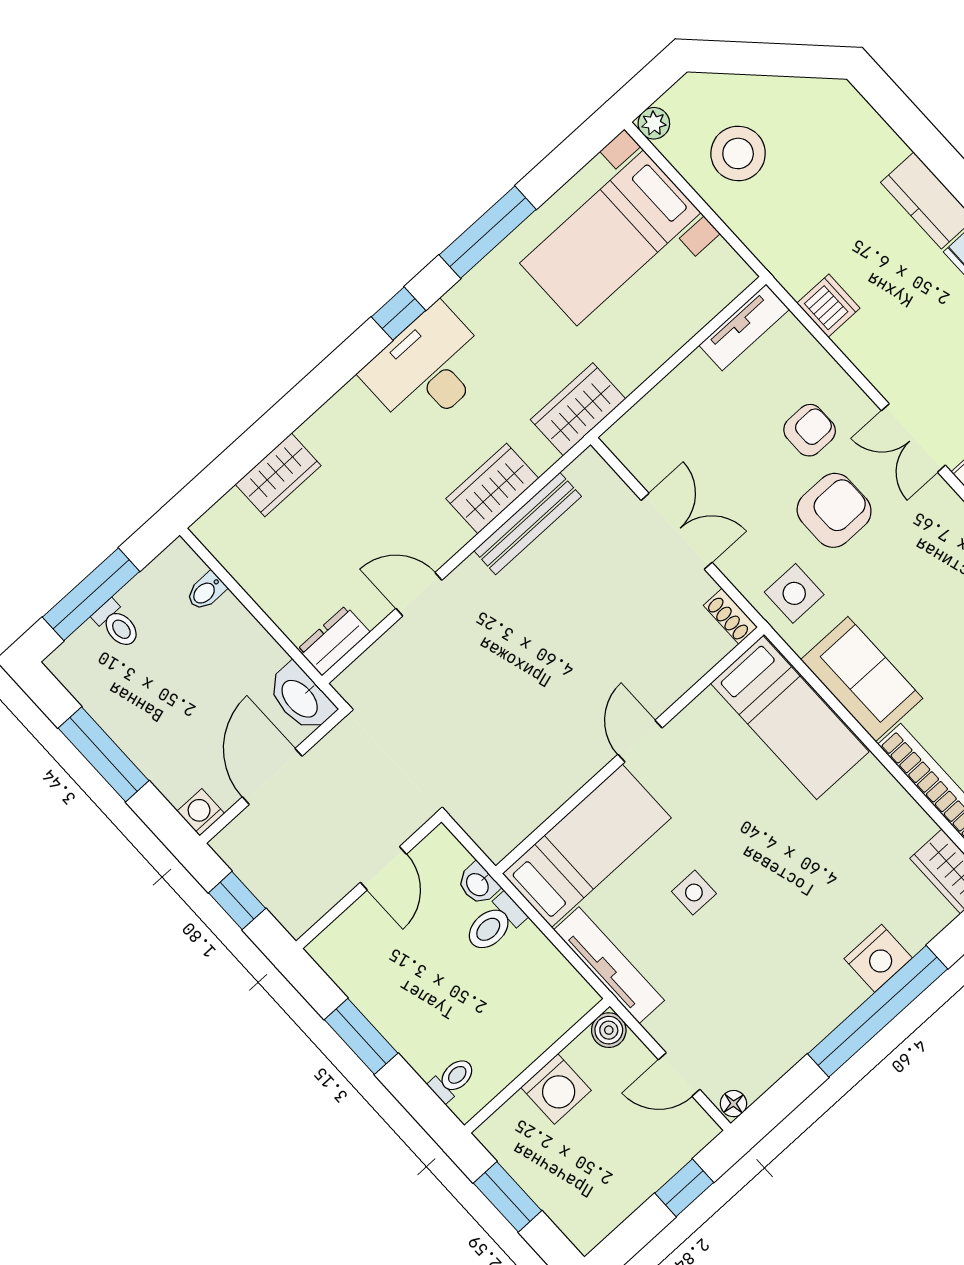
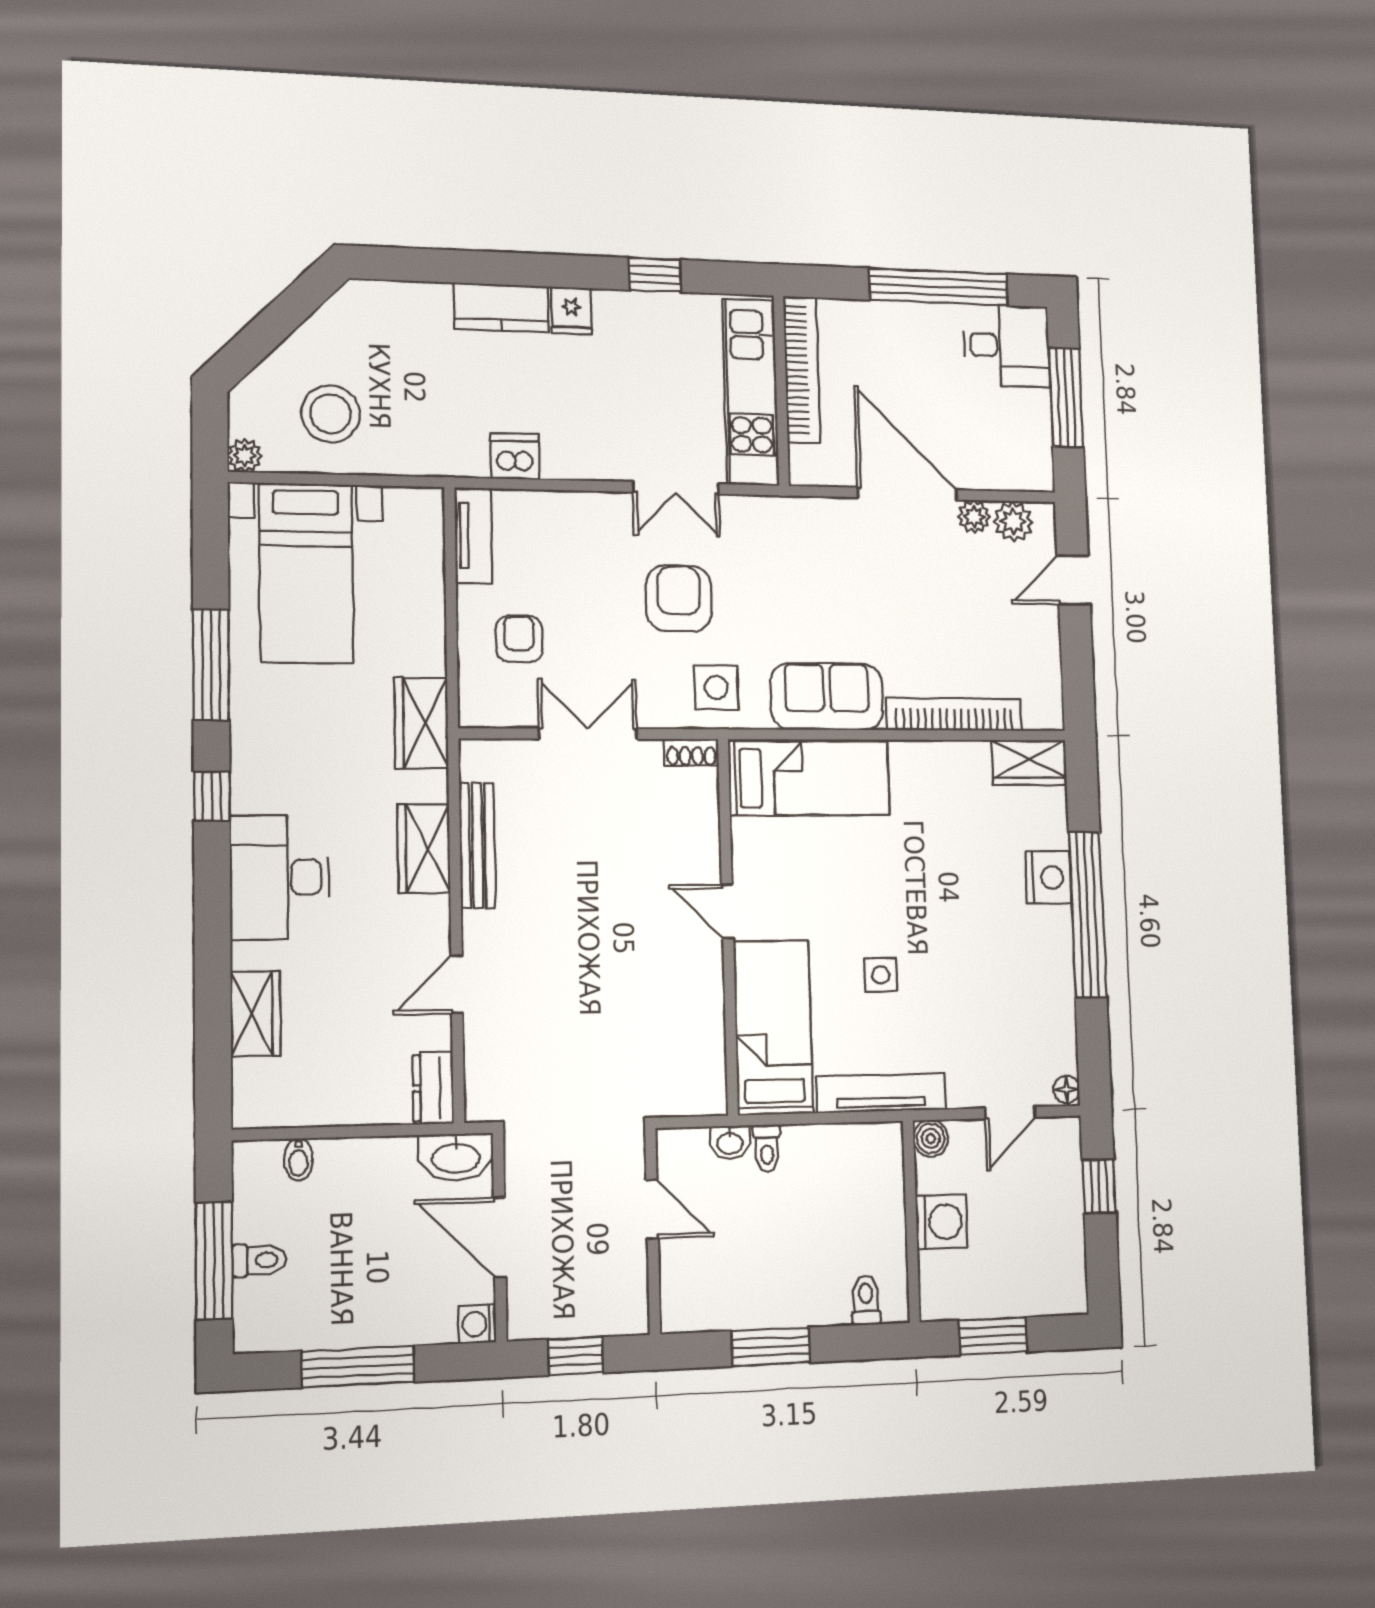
desk: (428, 369) -> (280, 877), moved
armchair: (810, 430) -> (519, 639), moved
toilet: (494, 924) -> (767, 1148), width x0.73, depth x0.72

